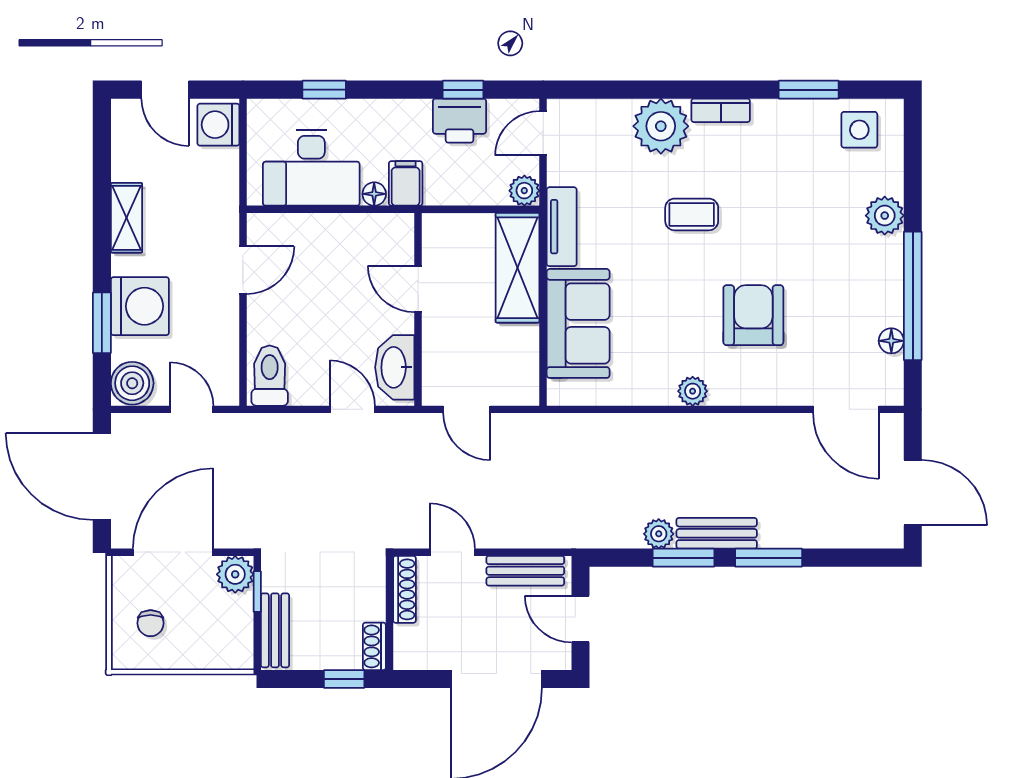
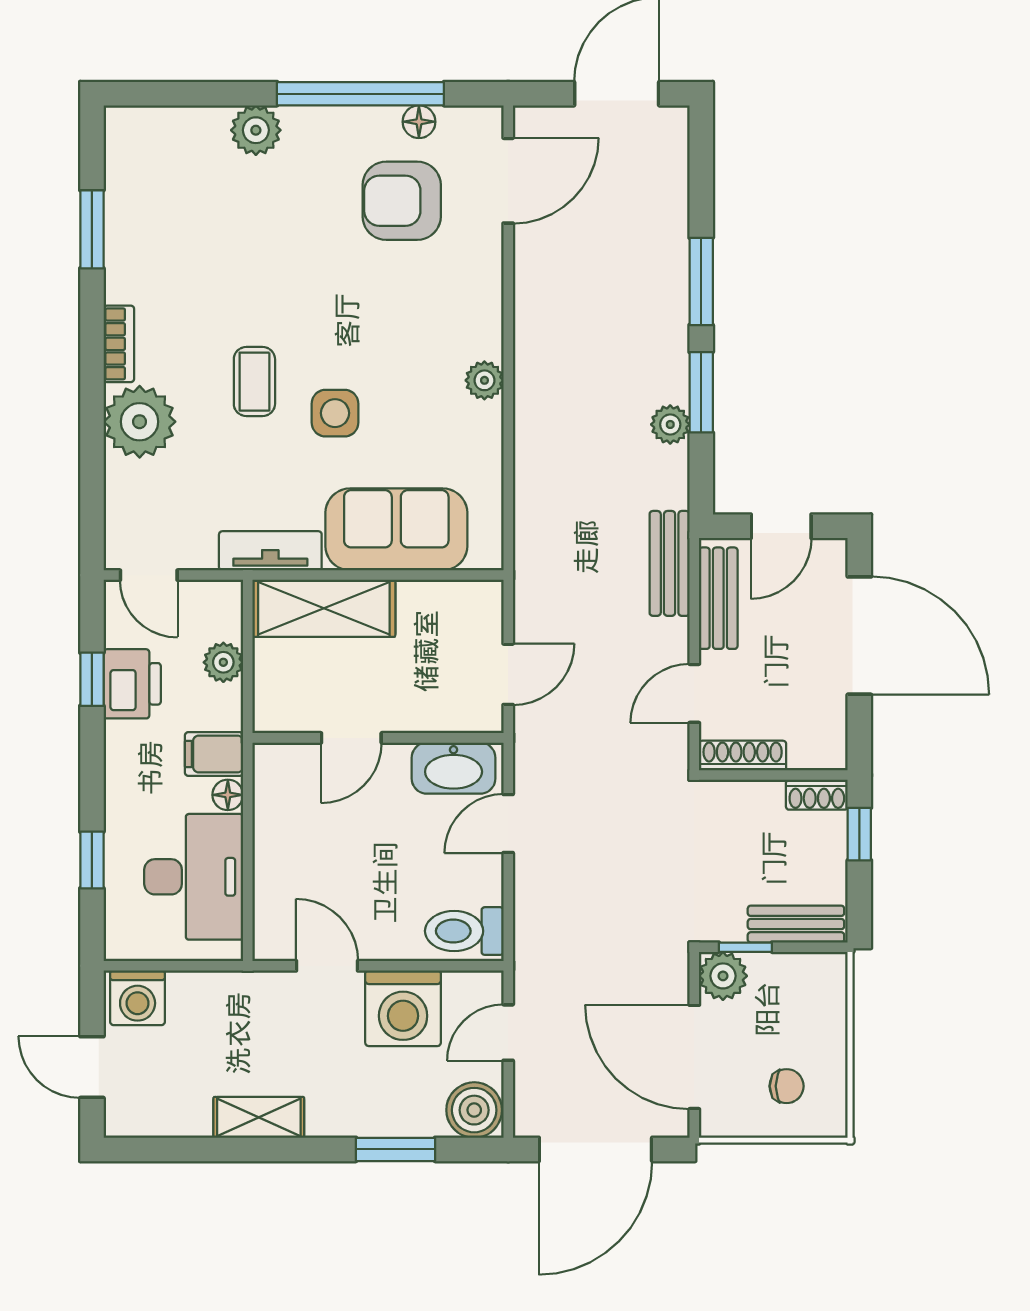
door: (165, 90) -> (92, 1067), swing flipped
side table: (859, 130) -> (335, 413), moved
plant: (524, 191) -> (223, 662), moved
washing machine: (140, 306) -> (403, 1008), moved, turned 180
armchair: (753, 315) -> (402, 201), moved
bench: (717, 533) -> (670, 563), moved

